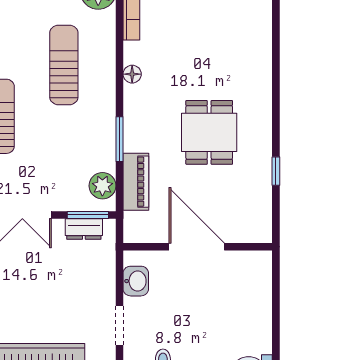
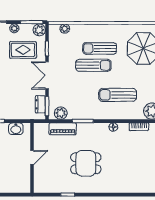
sun lounger: (64, 65) -> (118, 95), turned 180
door: (197, 247) -> (32, 157), width x0.53

